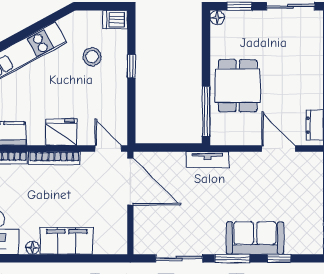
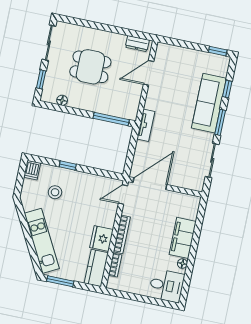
floor lamp: (217, 17) -> (62, 100), moved
dining table: (238, 86) -> (90, 67), moved
fridge: (61, 132) -> (101, 239), moved
sofa: (255, 238) -> (209, 103), width x1.36

